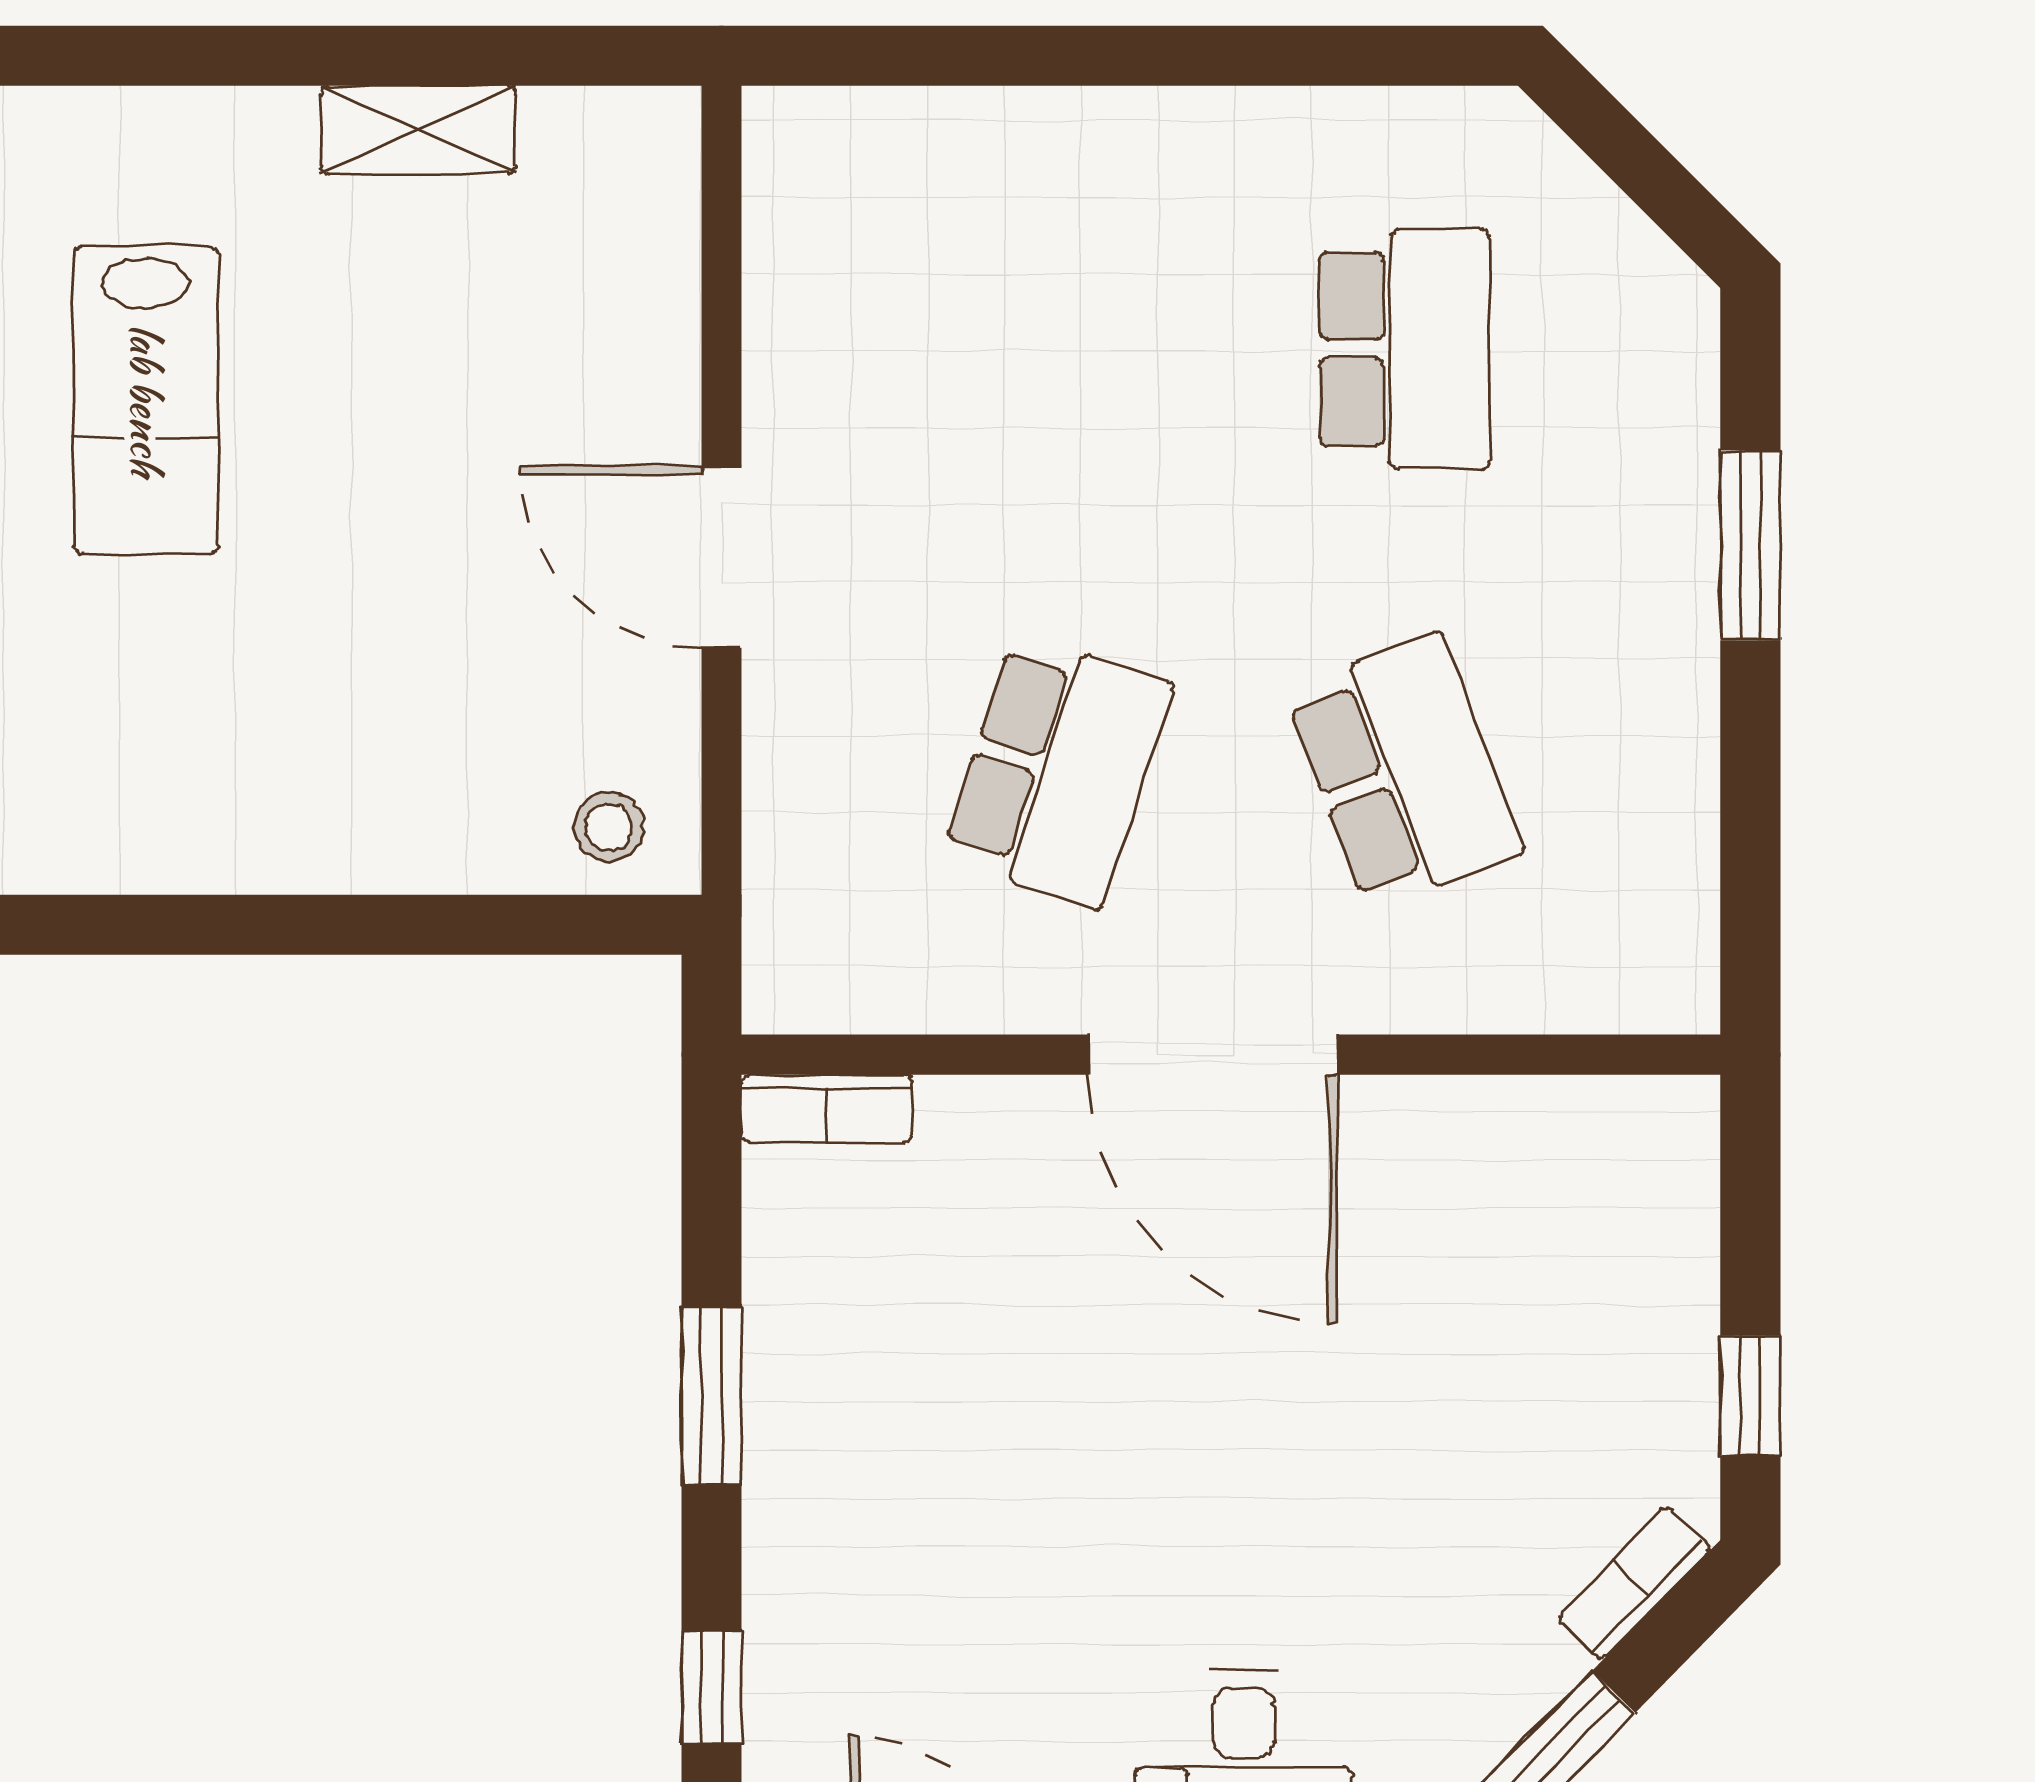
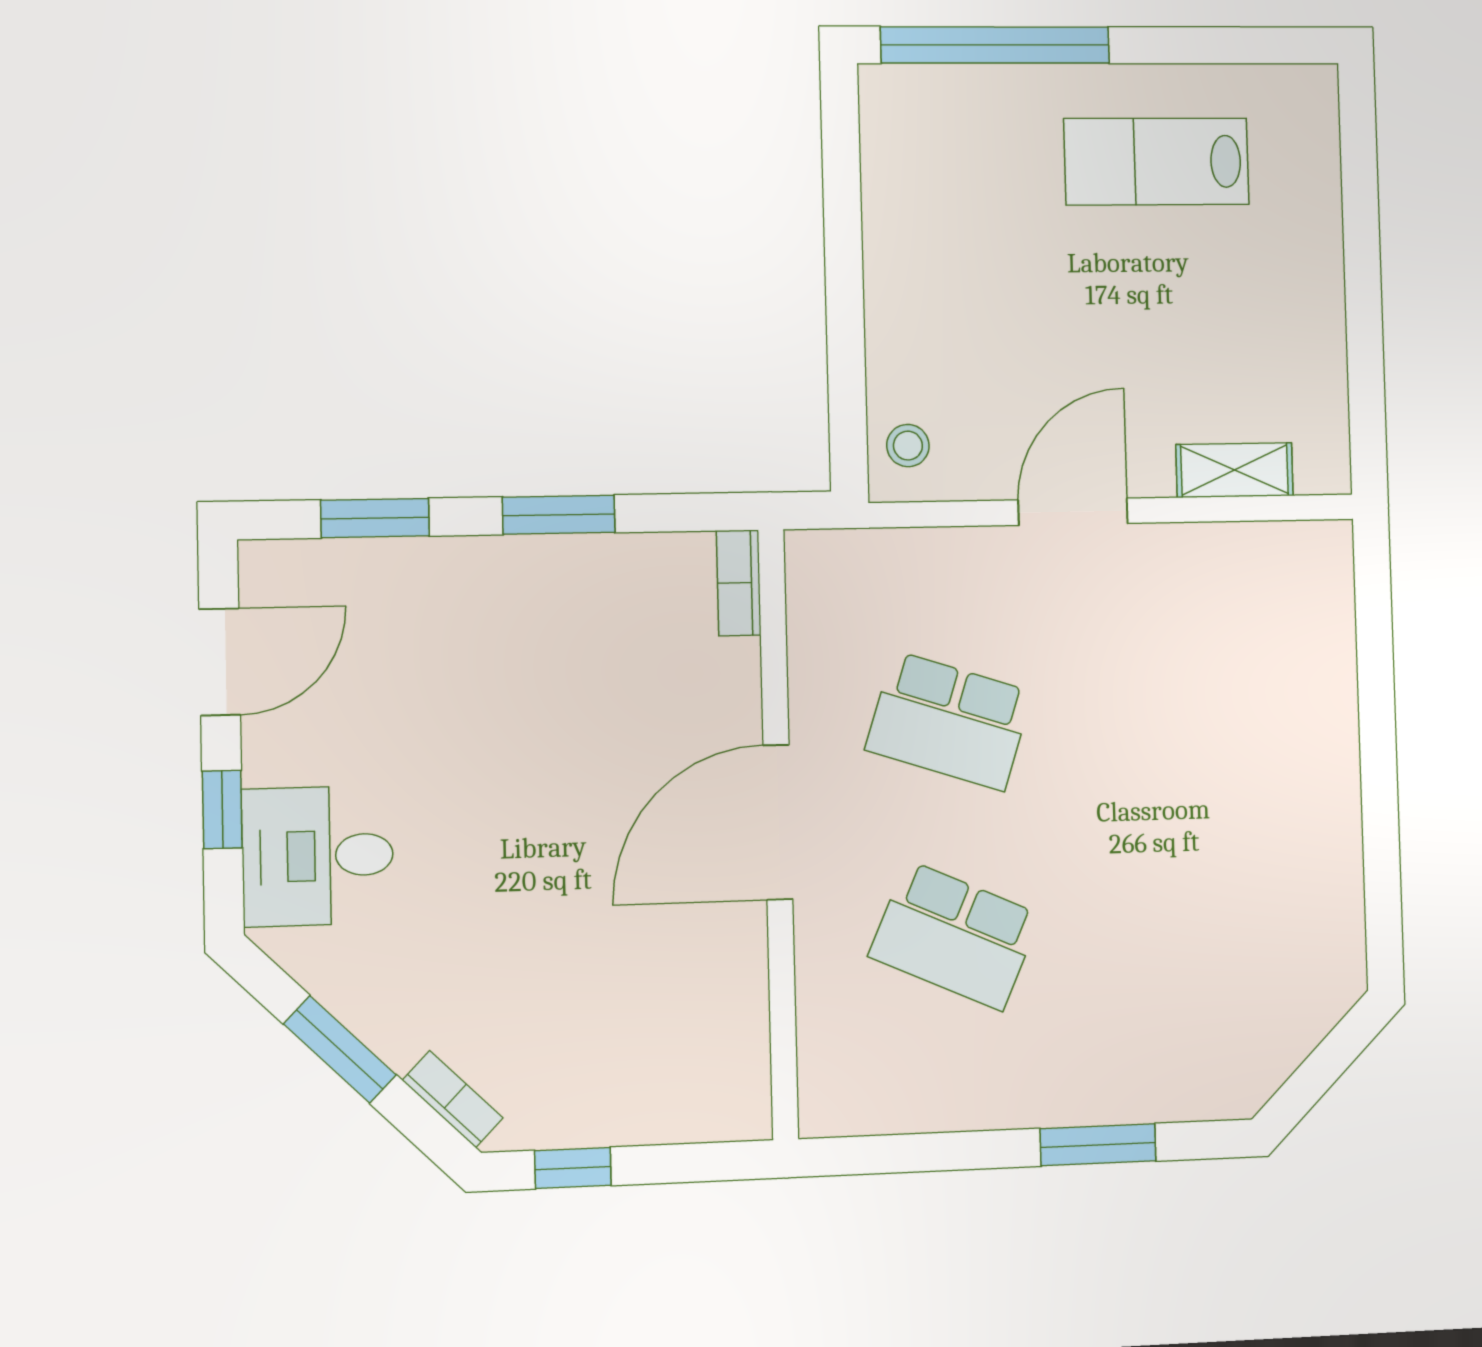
shelving: (418, 130) -> (1235, 470), moved, turned 90
school desk: (1404, 349) -> (1210, 927), removed
school desk: (1404, 771) -> (955, 936), turned 45
window: (712, 1687) -> (375, 518), width x1.50

